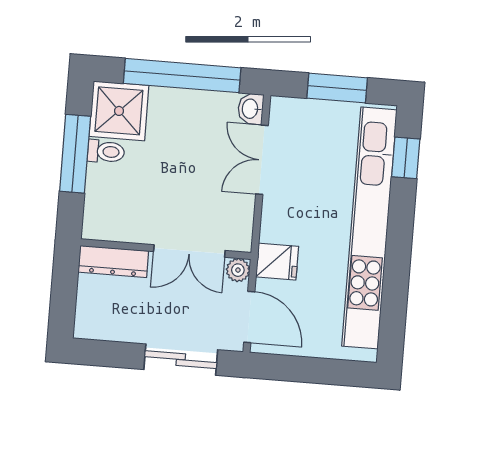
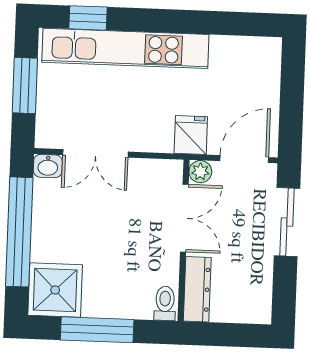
toilet: (106, 152) -> (165, 303), moved
kitchen unit: (369, 228) -> (125, 48), width x0.73

